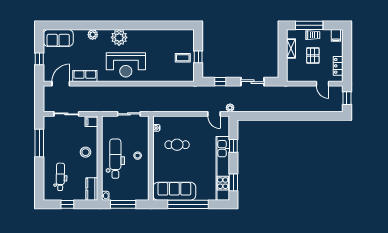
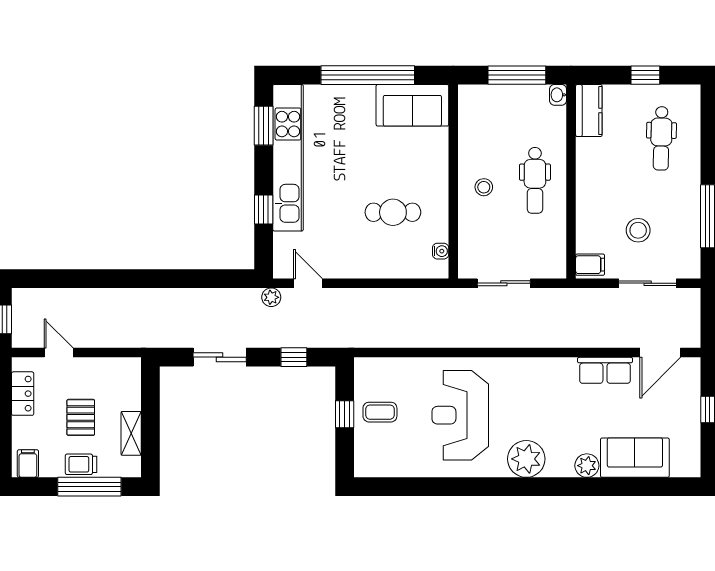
sofa: (58, 38) -> (635, 458), moved
reception desk: (126, 65) -> (460, 415), moved, turned -90
stool: (86, 152) -> (638, 230), moved
dental chair: (115, 159) -> (535, 180), width x0.73, depth x0.72
sofa: (174, 191) -> (412, 105), width x0.73

